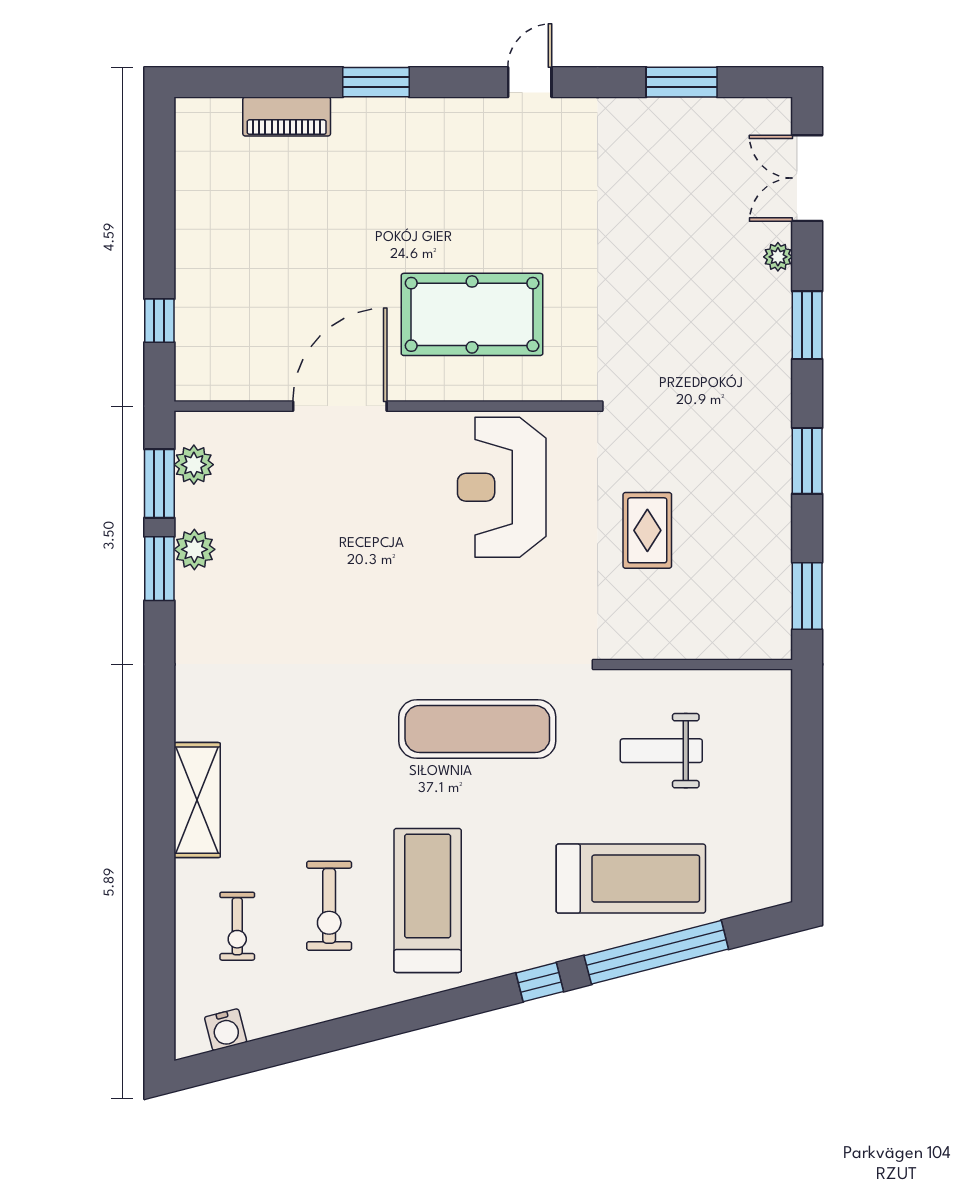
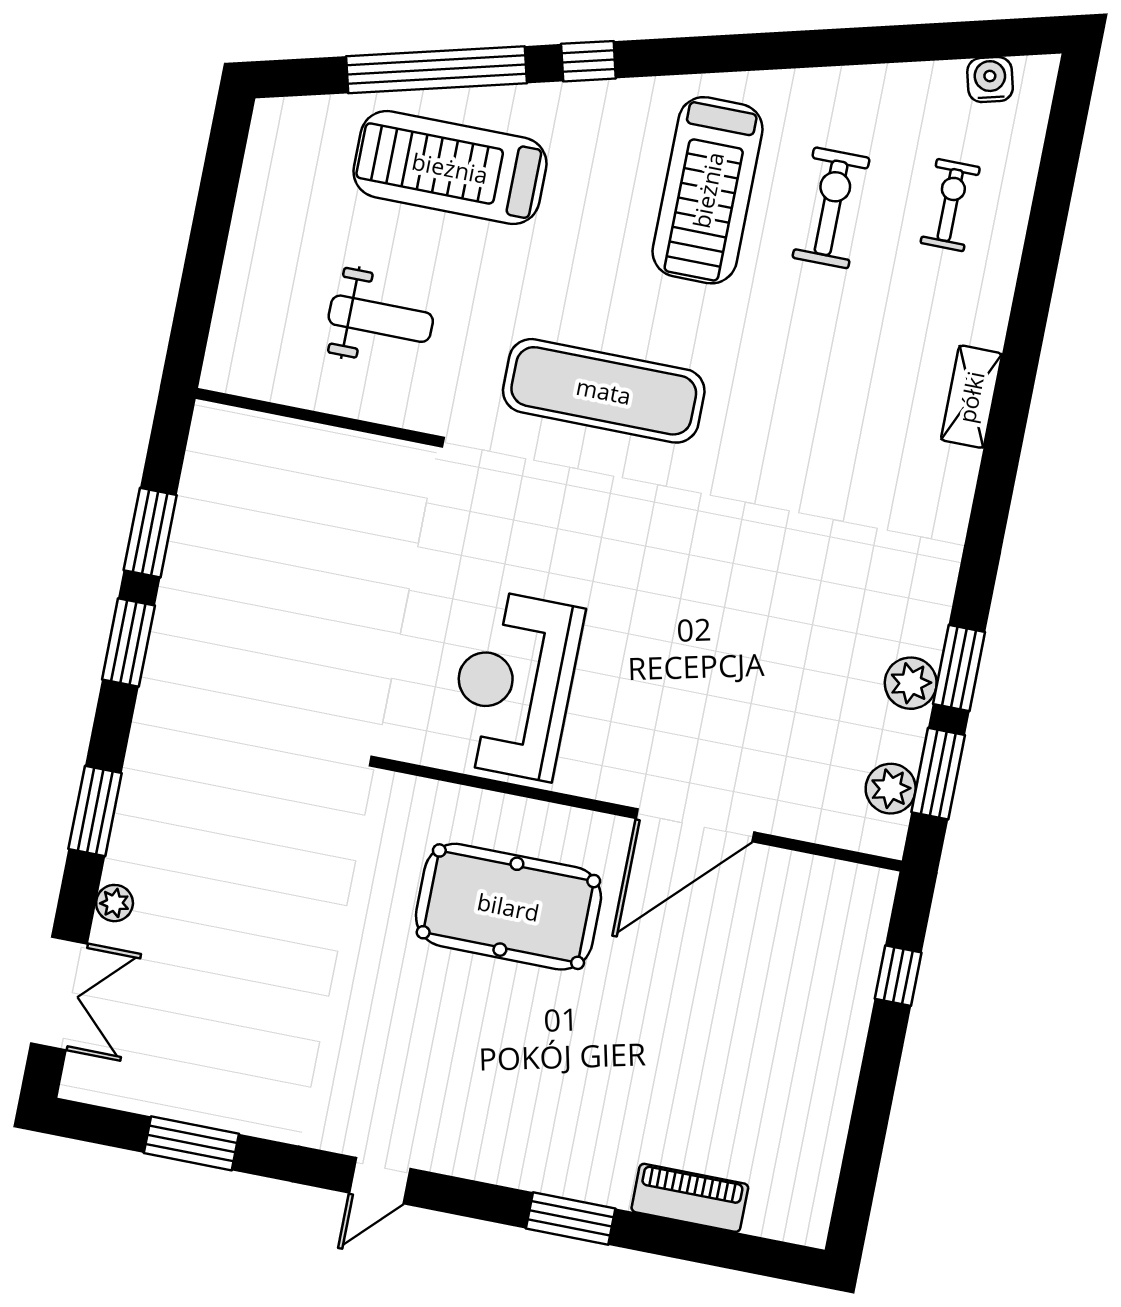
reception desk: (502, 487) -> (514, 685), turned 180
rug: (647, 530) -> (344, 596), removed
window: (807, 596) -> (150, 533), moved
shelving: (197, 800) -> (971, 397), width x0.67, depth x0.75

